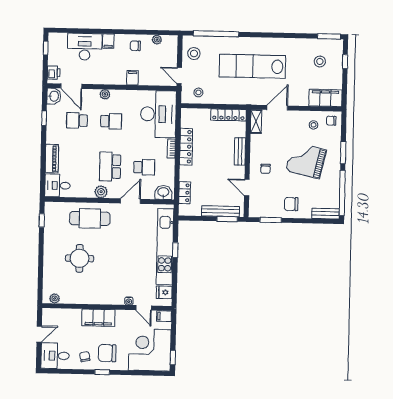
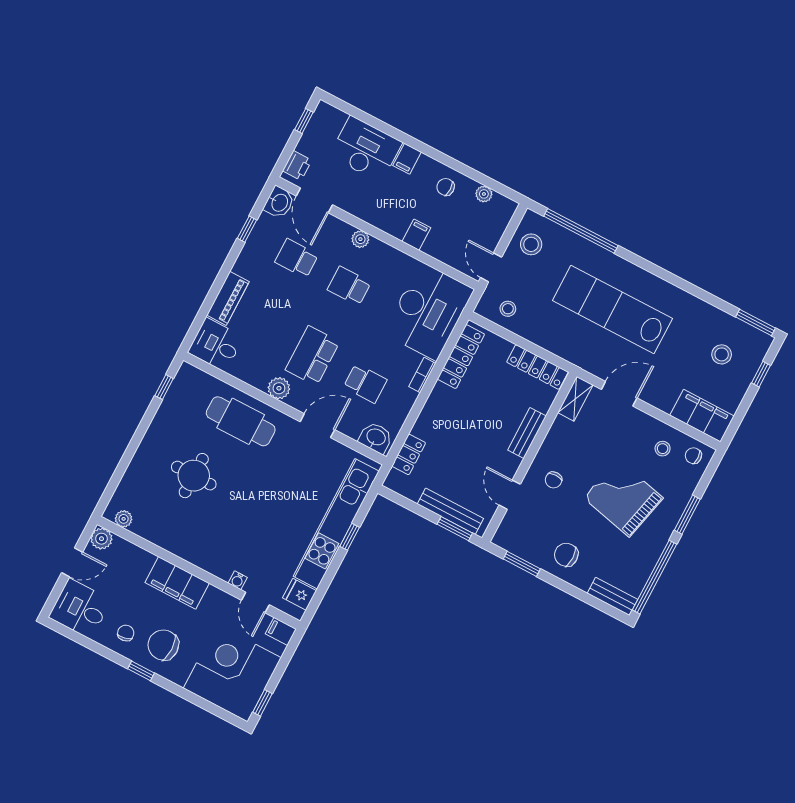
school desk: (111, 121) -> (349, 286), turned 180
locker: (186, 147) -> (461, 357), moved
plant: (48, 314) -> (101, 539), added

